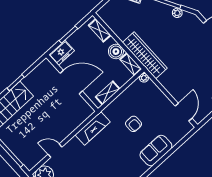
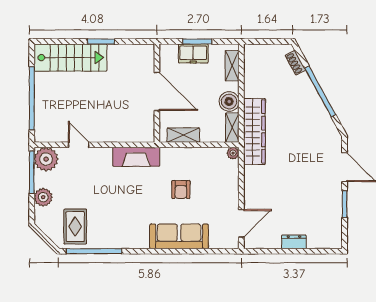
plant: (177, 13) -> (325, 119), removed
freezer: (62, 53) -> (193, 53), moved
sofa: (156, 151) -> (179, 236), width x1.36

